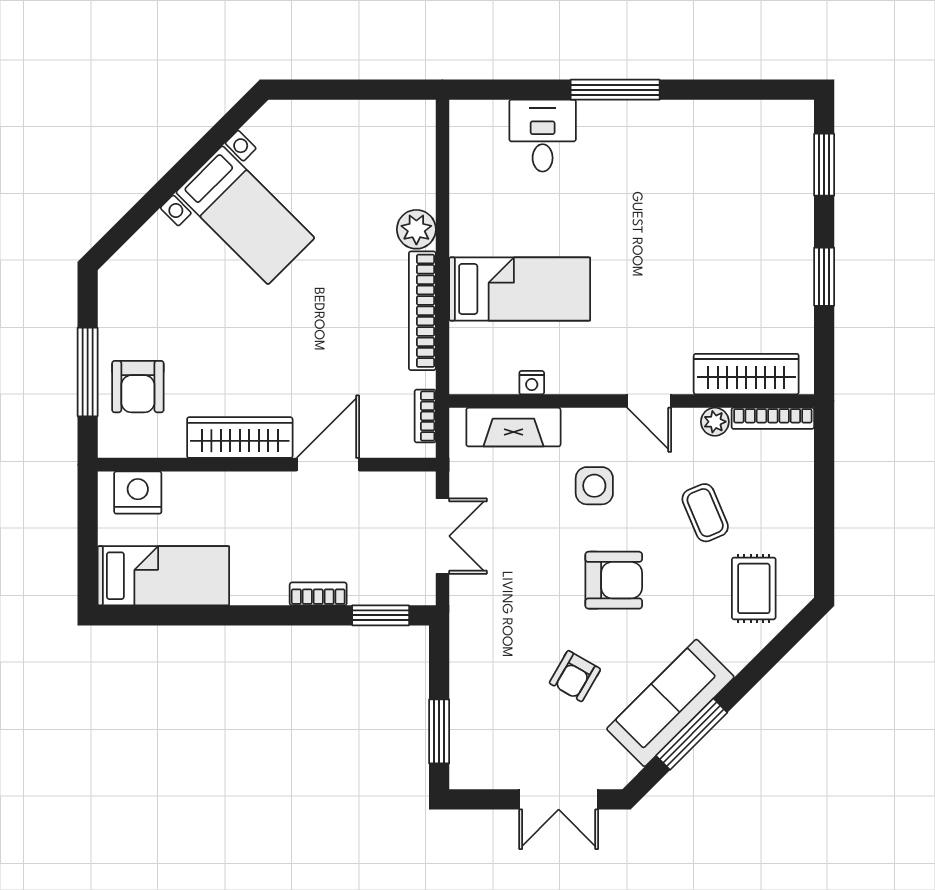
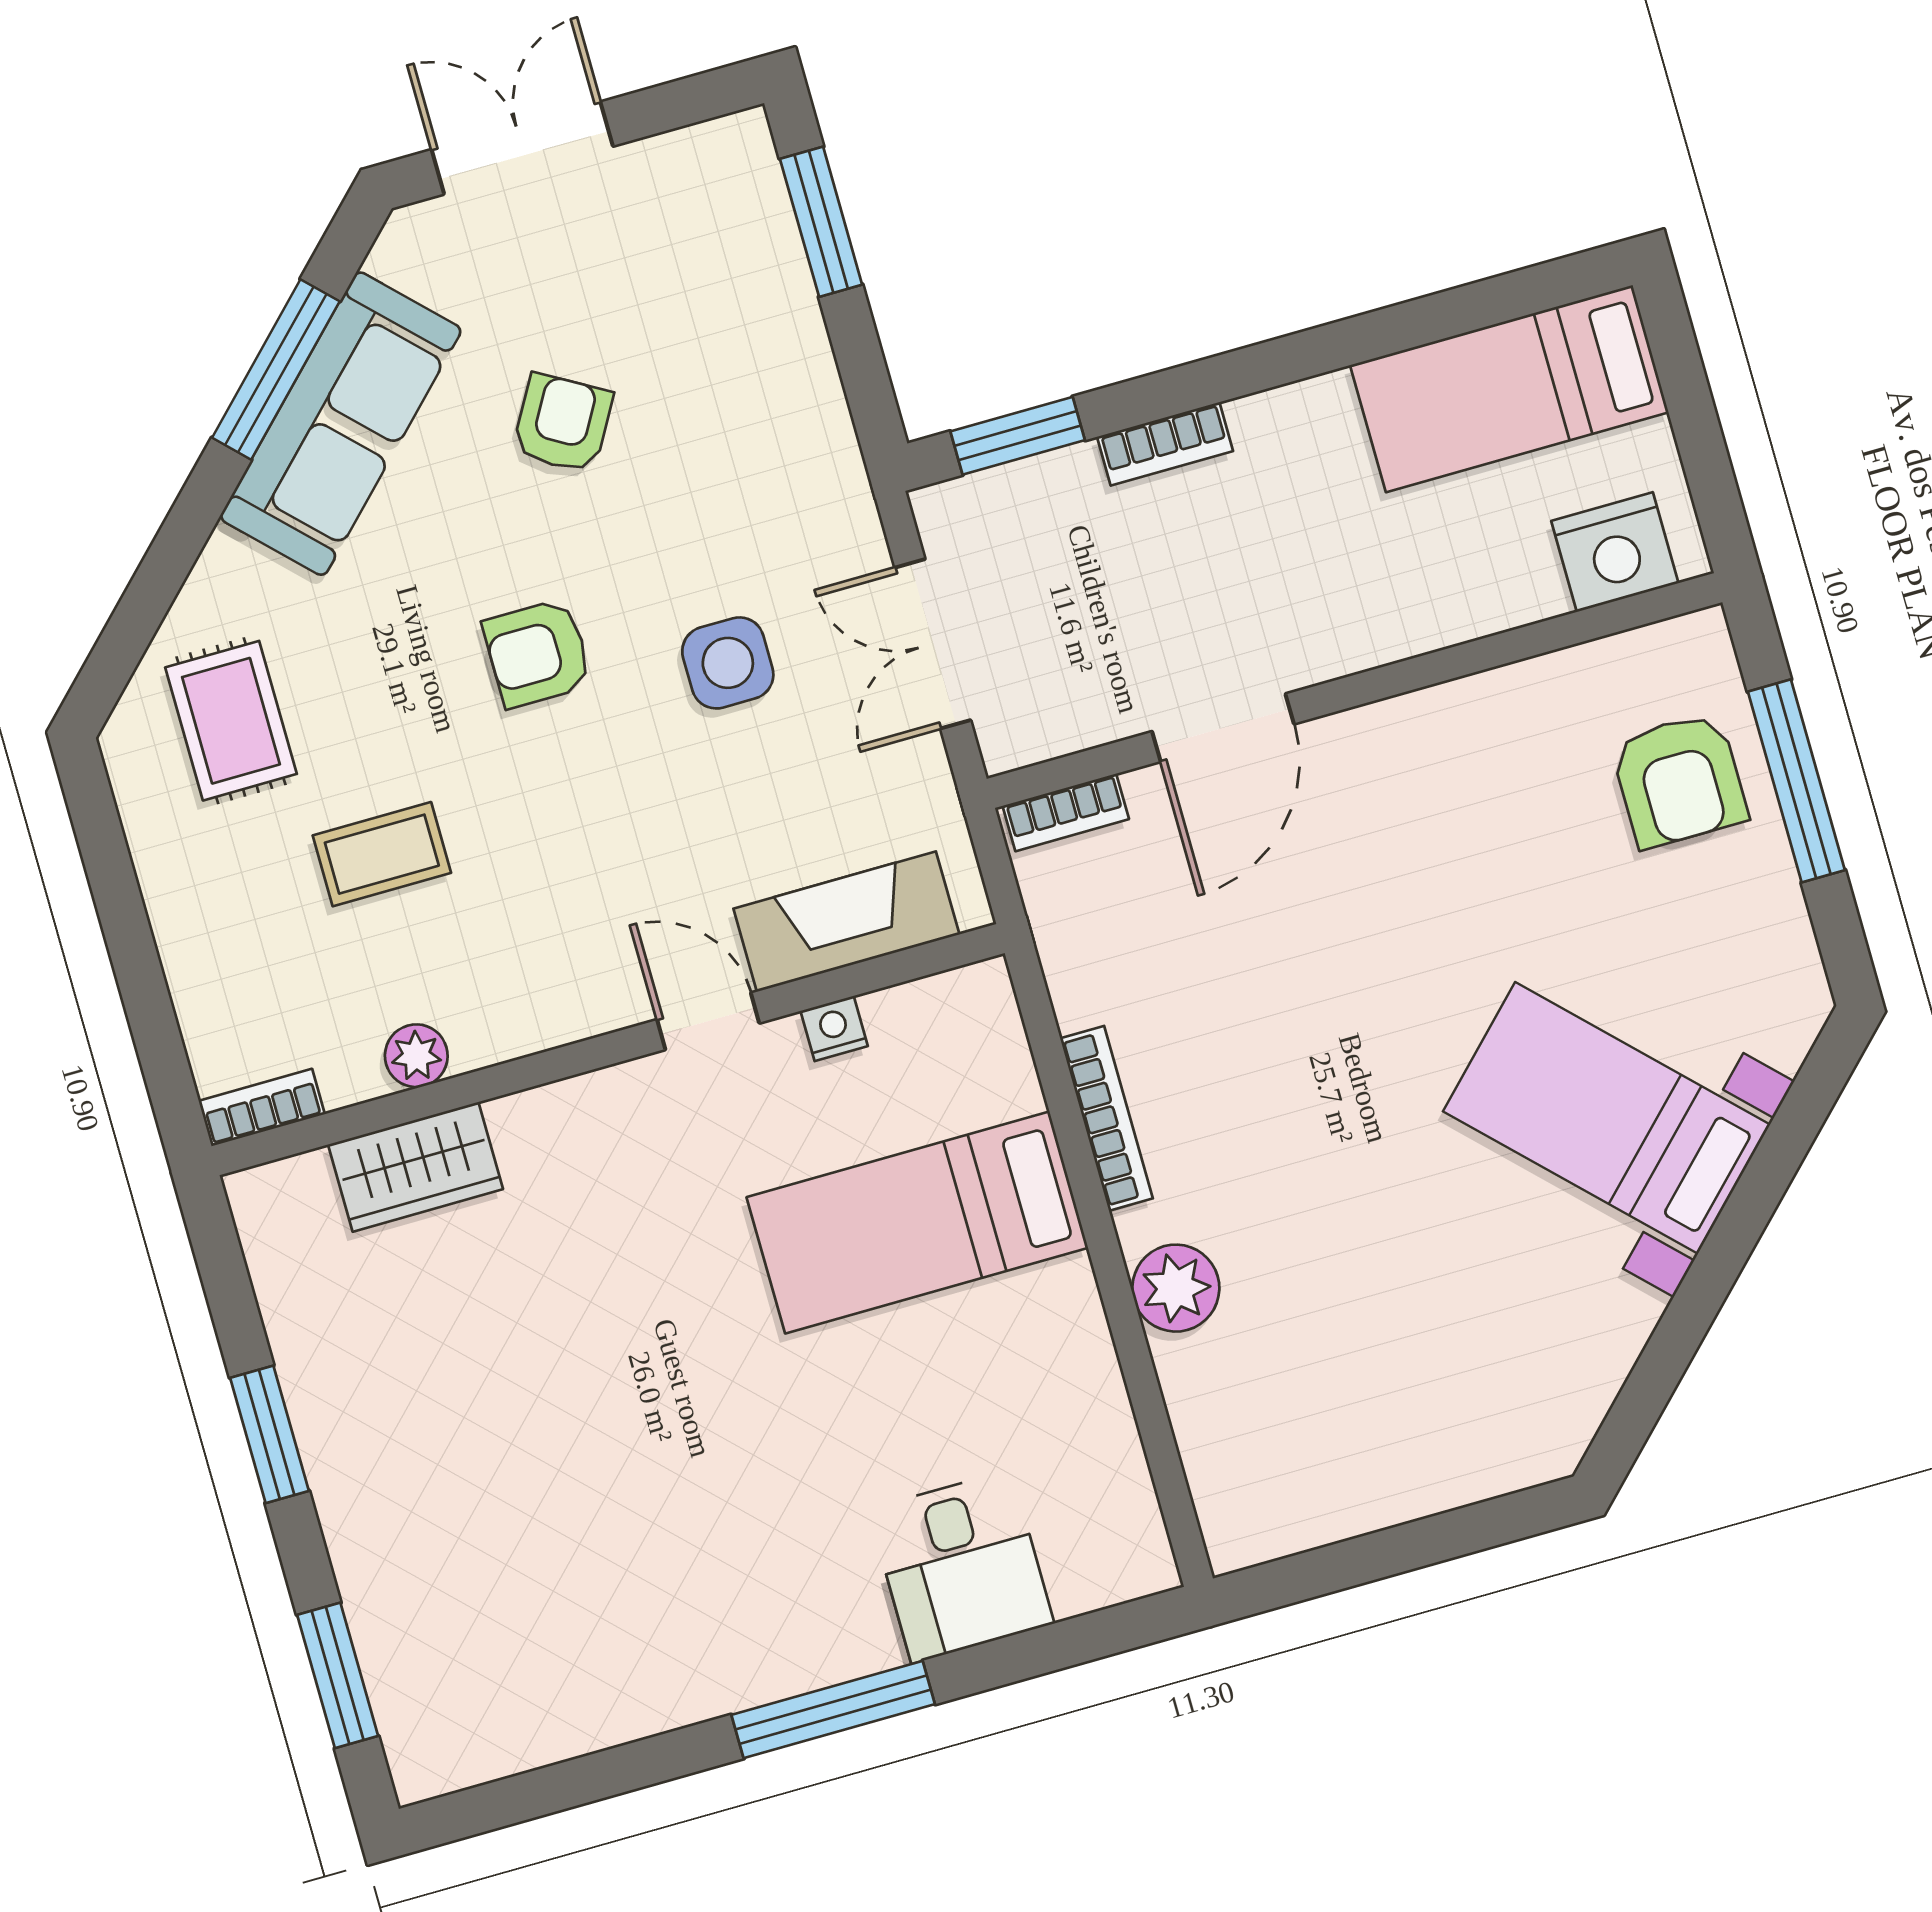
bed with nightstands: (245, 215) -> (1607, 1118), moved
bookcase: (422, 311) -> (1106, 1118), width x0.68, depth x0.76
wardrobe: (746, 374) -> (415, 1167), width x0.67
armchair: (138, 387) -> (1679, 780), turned 180
door: (649, 401) -> (708, 1021), moved
bookcase: (425, 416) -> (1066, 812), moved, turned 90
bookcase: (773, 418) -> (262, 1107), width x0.64
wardrobe: (240, 438) -> (1429, 732), removed
side table: (594, 486) -> (728, 663), moved
coffee table: (705, 513) -> (382, 854), turned -67
armchair: (614, 580) -> (537, 653), width x0.72, depth x0.72

